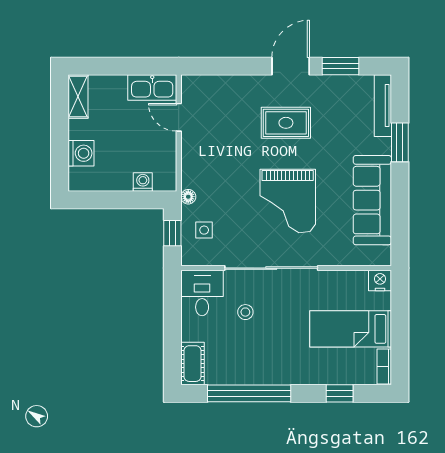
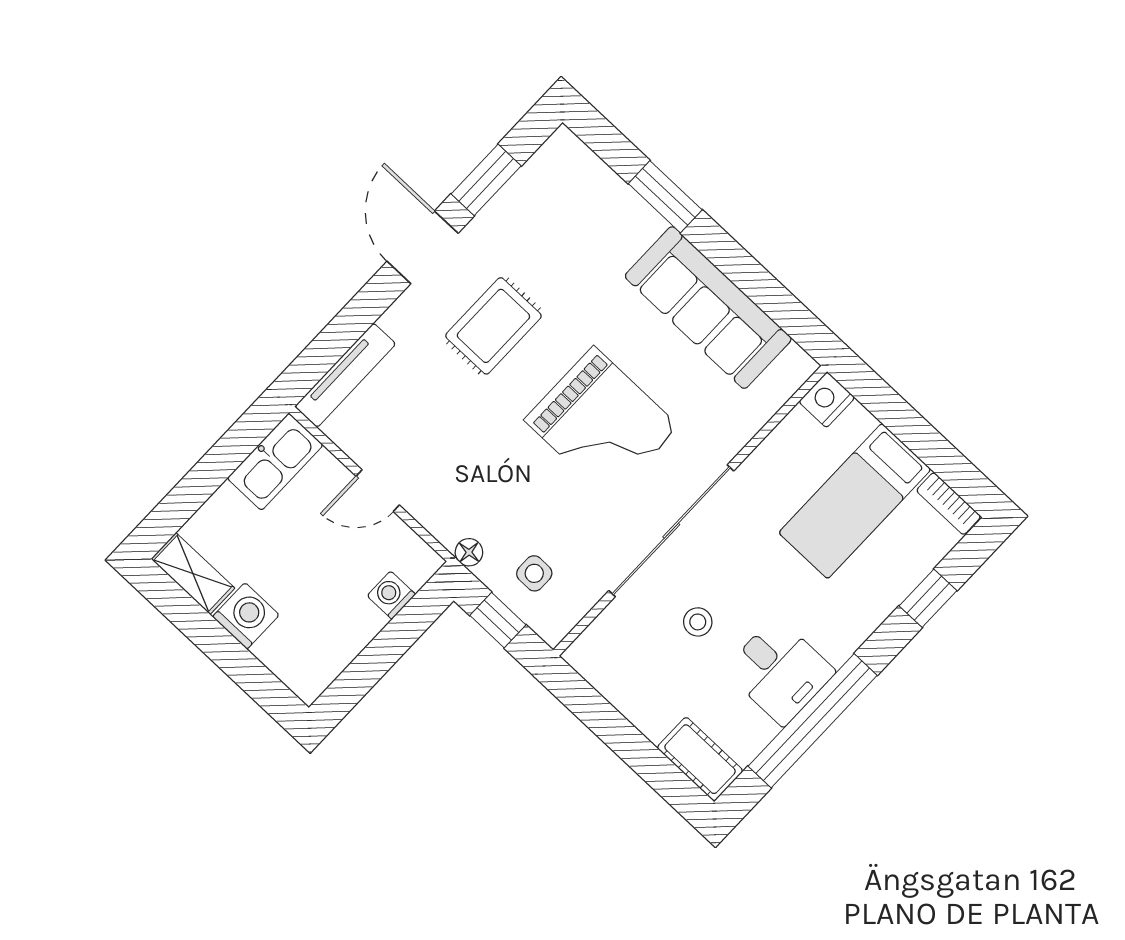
tv unit: (383, 106) -> (345, 375), moved, turned -90
door: (179, 117) -> (378, 491), moved
washing machine: (81, 153) -> (246, 616), moved
desk: (202, 293) -> (779, 671), moved, turned 180

